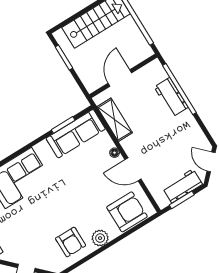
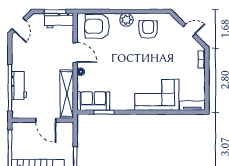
door: (120, 78) -> (46, 120), hinge flipped
shelving: (115, 120) -> (67, 94), width x1.47
sofa: (76, 134) -> (93, 101), width x0.73
workbench: (182, 186) -> (59, 21), moved

